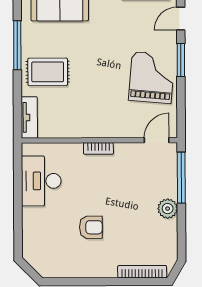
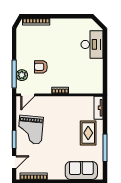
rug: (48, 72) -> (88, 133), turned 90
desk: (41, 181) -> (92, 44), moved
plant: (168, 209) -> (22, 75), moved
armchair: (91, 227) -> (41, 67), moved

